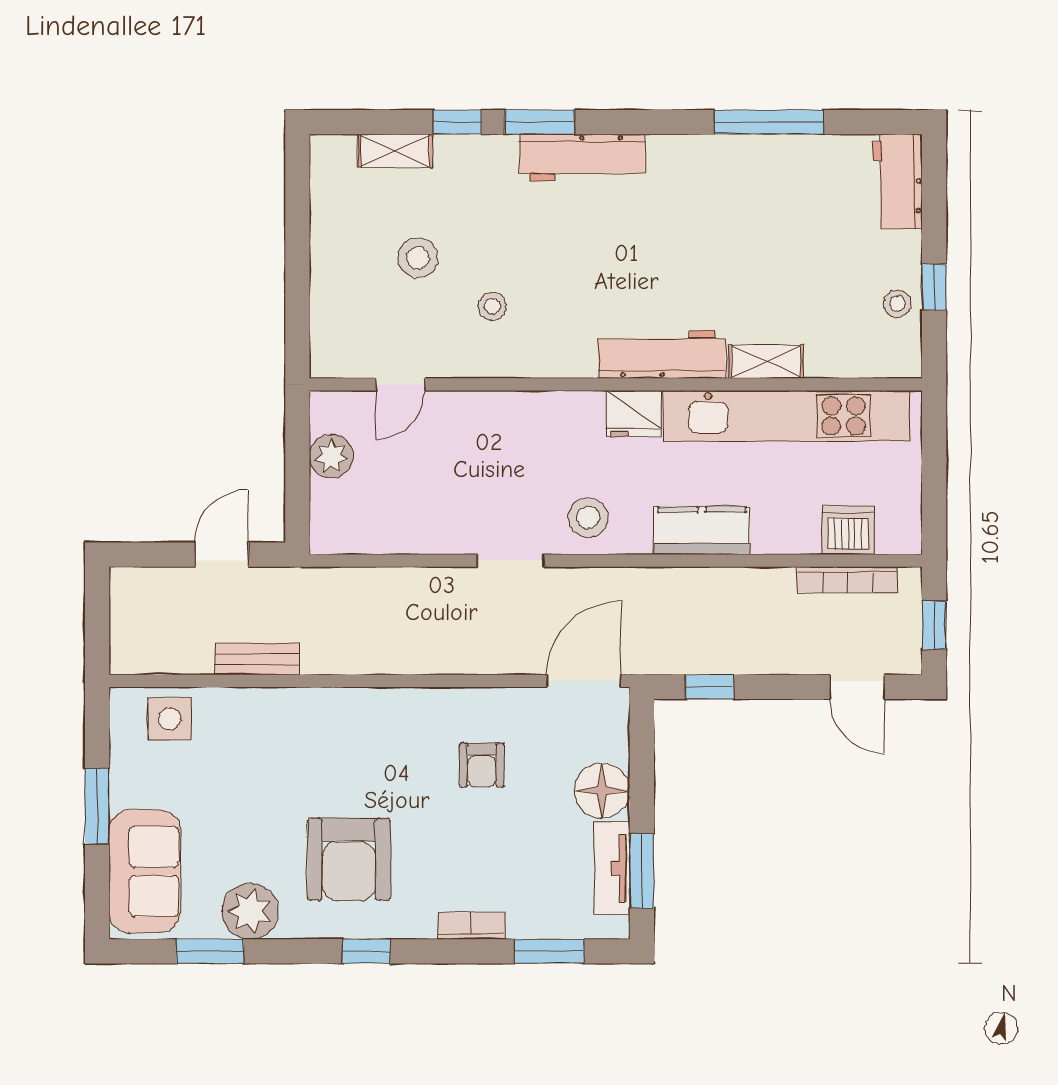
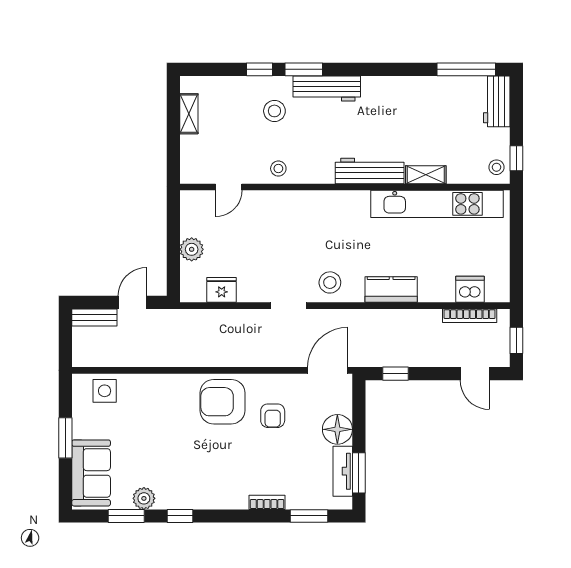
window: (769, 122) -> (466, 69), moved
shelving: (395, 151) -> (189, 114), moved, turned 90
stool: (418, 258) -> (274, 111), moved
workbench: (662, 355) -> (370, 171), moved
shelving: (766, 362) -> (426, 175), moved
door: (400, 384) -> (229, 187), moved
wall: (616, 384) -> (345, 187), moved
fridge: (634, 414) -> (222, 290), moved, turned 180
kitchen unit: (787, 416) -> (437, 204), moved
bench: (257, 659) -> (94, 317), moved
armchair: (349, 859) -> (222, 402), moved, turned 90
plant: (250, 911) -> (144, 498), width x0.73, depth x0.73
window: (366, 951) -> (180, 516), moved

